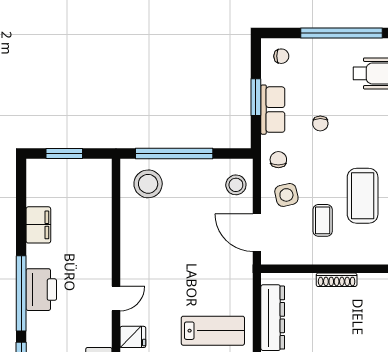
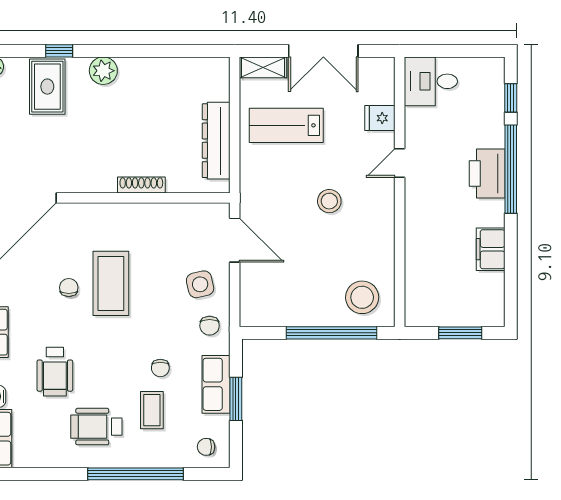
chair: (320, 123) -> (160, 368), turned 180
stool: (236, 185) -> (329, 201), moved
coffee table: (323, 220) -> (152, 410), moved

